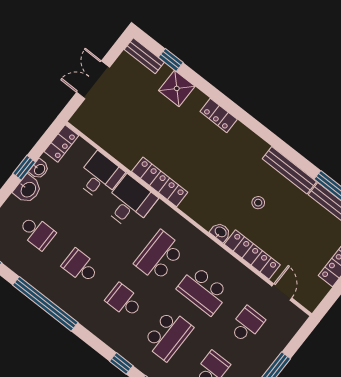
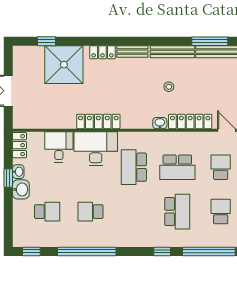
bench: (144, 56) -> (132, 51), moved
shower: (177, 88) -> (64, 65), width x1.86, depth x1.86
desk: (130, 203) -> (96, 149), width x1.37
school desk: (124, 301) -> (134, 212), removed

